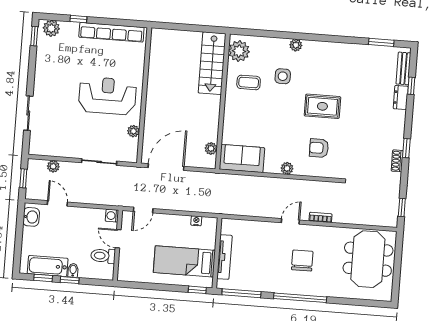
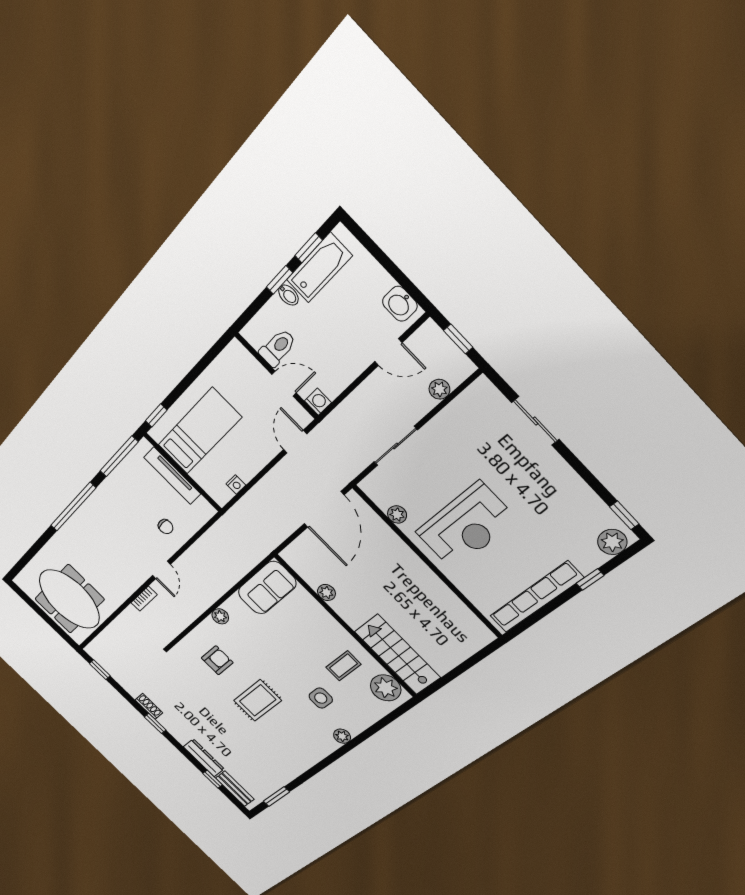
dresser: (401, 97) -> (204, 758), width x1.44
plant: (211, 148) -> (326, 592), moved
chair: (302, 261) -> (166, 527), moved, width x0.54, depth x0.54

